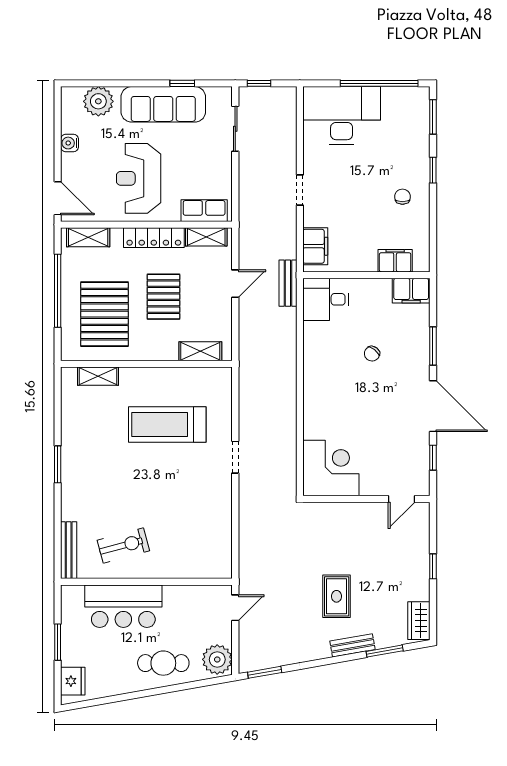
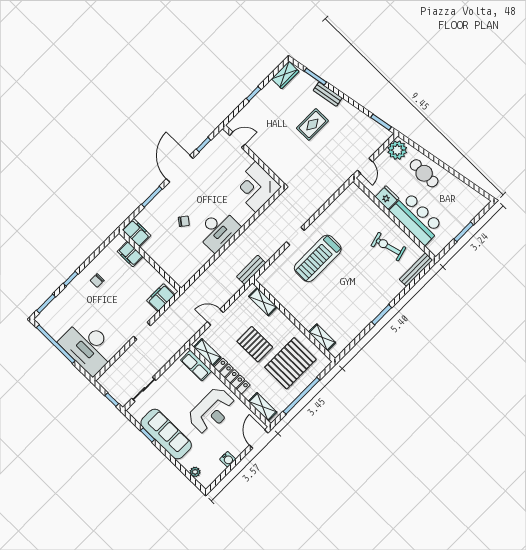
plant: (98, 101) -> (195, 472), width x0.53, depth x0.53
bench: (288, 283) -> (251, 270), moved
pallet: (163, 297) -> (255, 344), turned 90
desk: (326, 299) -> (218, 230), moved, width x1.37
treadmill: (167, 424) -> (318, 258), moved, turned 90
door: (235, 608) -> (365, 166), swing flipped
fridge: (73, 681) -> (387, 198), moved, turned 90

